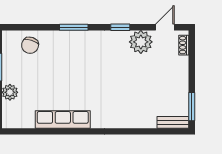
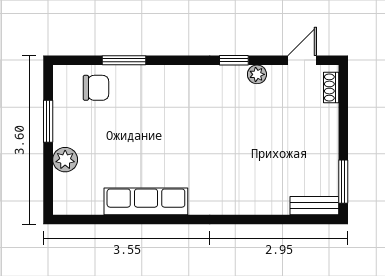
window: (74, 27) -> (124, 60), moved
plant: (141, 42) -> (257, 74), width x0.53, depth x0.53
chair: (30, 45) -> (96, 88), turned -108

